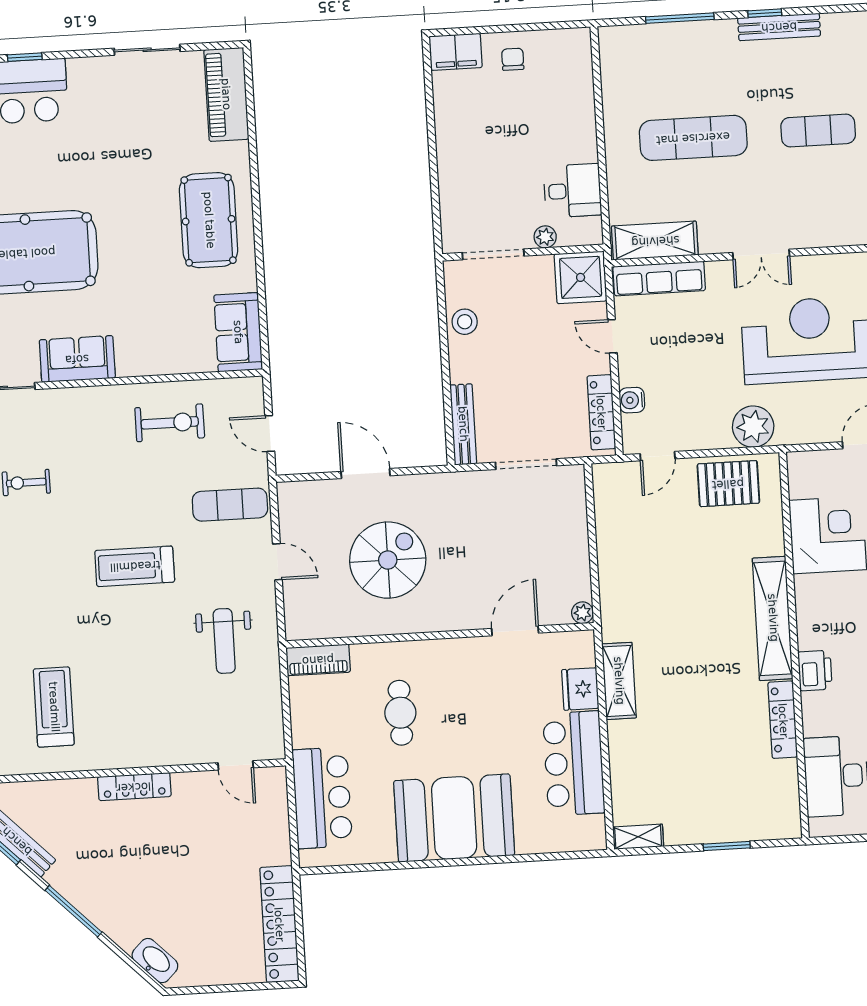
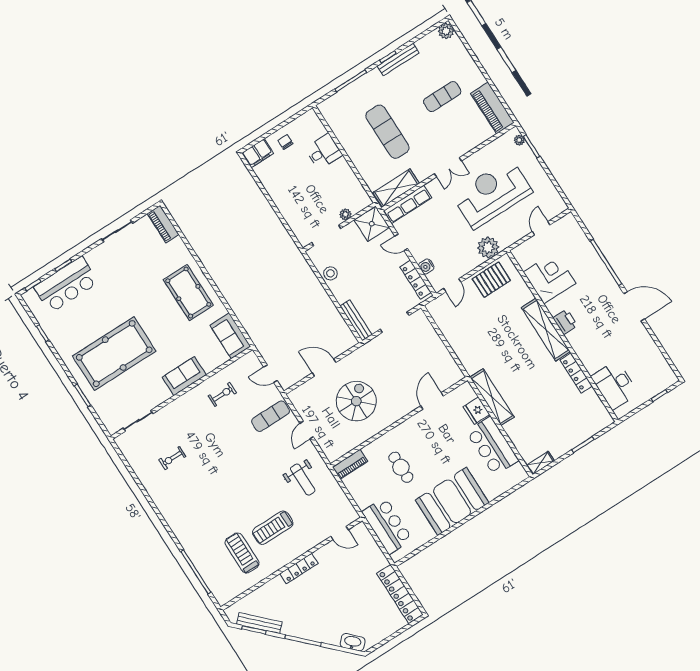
piano: (226, 94) -> (163, 224), width x0.73, depth x0.75
exercise mat: (693, 138) -> (387, 132), turned 90
desk: (572, 191) -> (324, 152), moved
sofa: (77, 359) -> (184, 376), moved
exercise bike: (170, 423) -> (222, 394), width x0.73, depth x0.72
door: (277, 562) -> (307, 430), swing flipped
treadmill: (135, 566) -> (273, 528), moved
plant: (582, 613) -> (458, 375), removed
printer: (815, 670) -> (565, 322), moved
shelving: (619, 681) -> (492, 397), width x1.47

